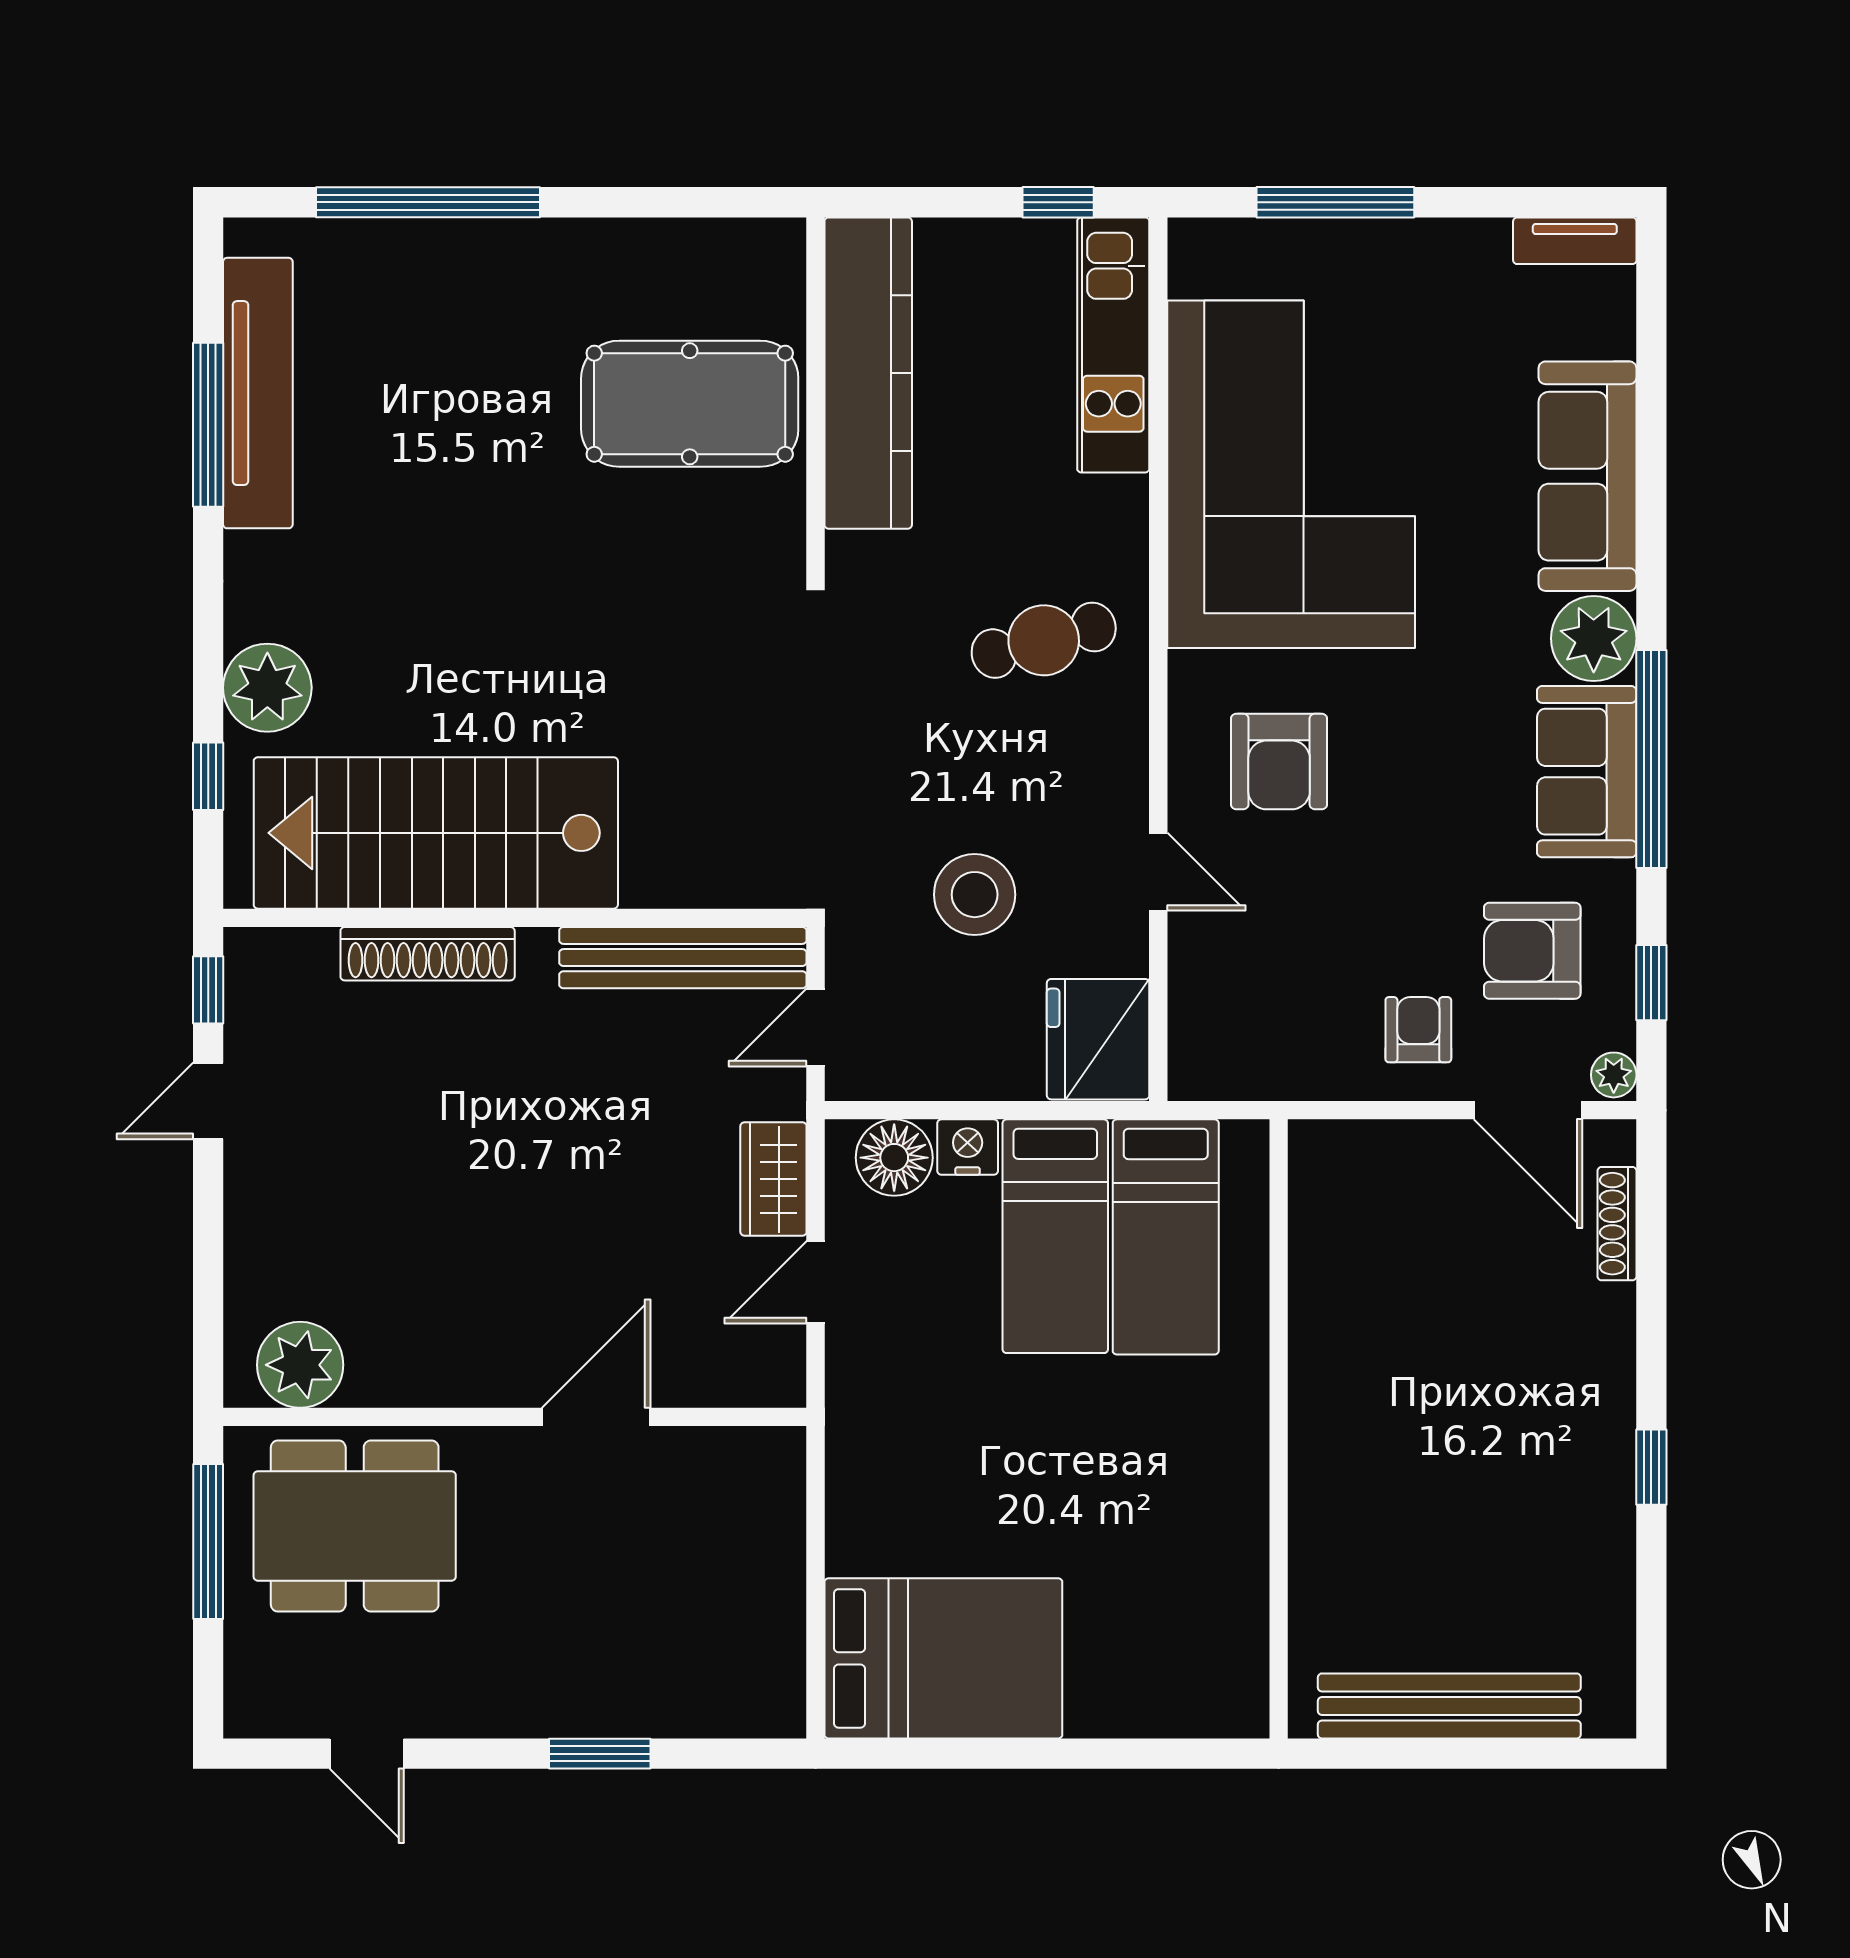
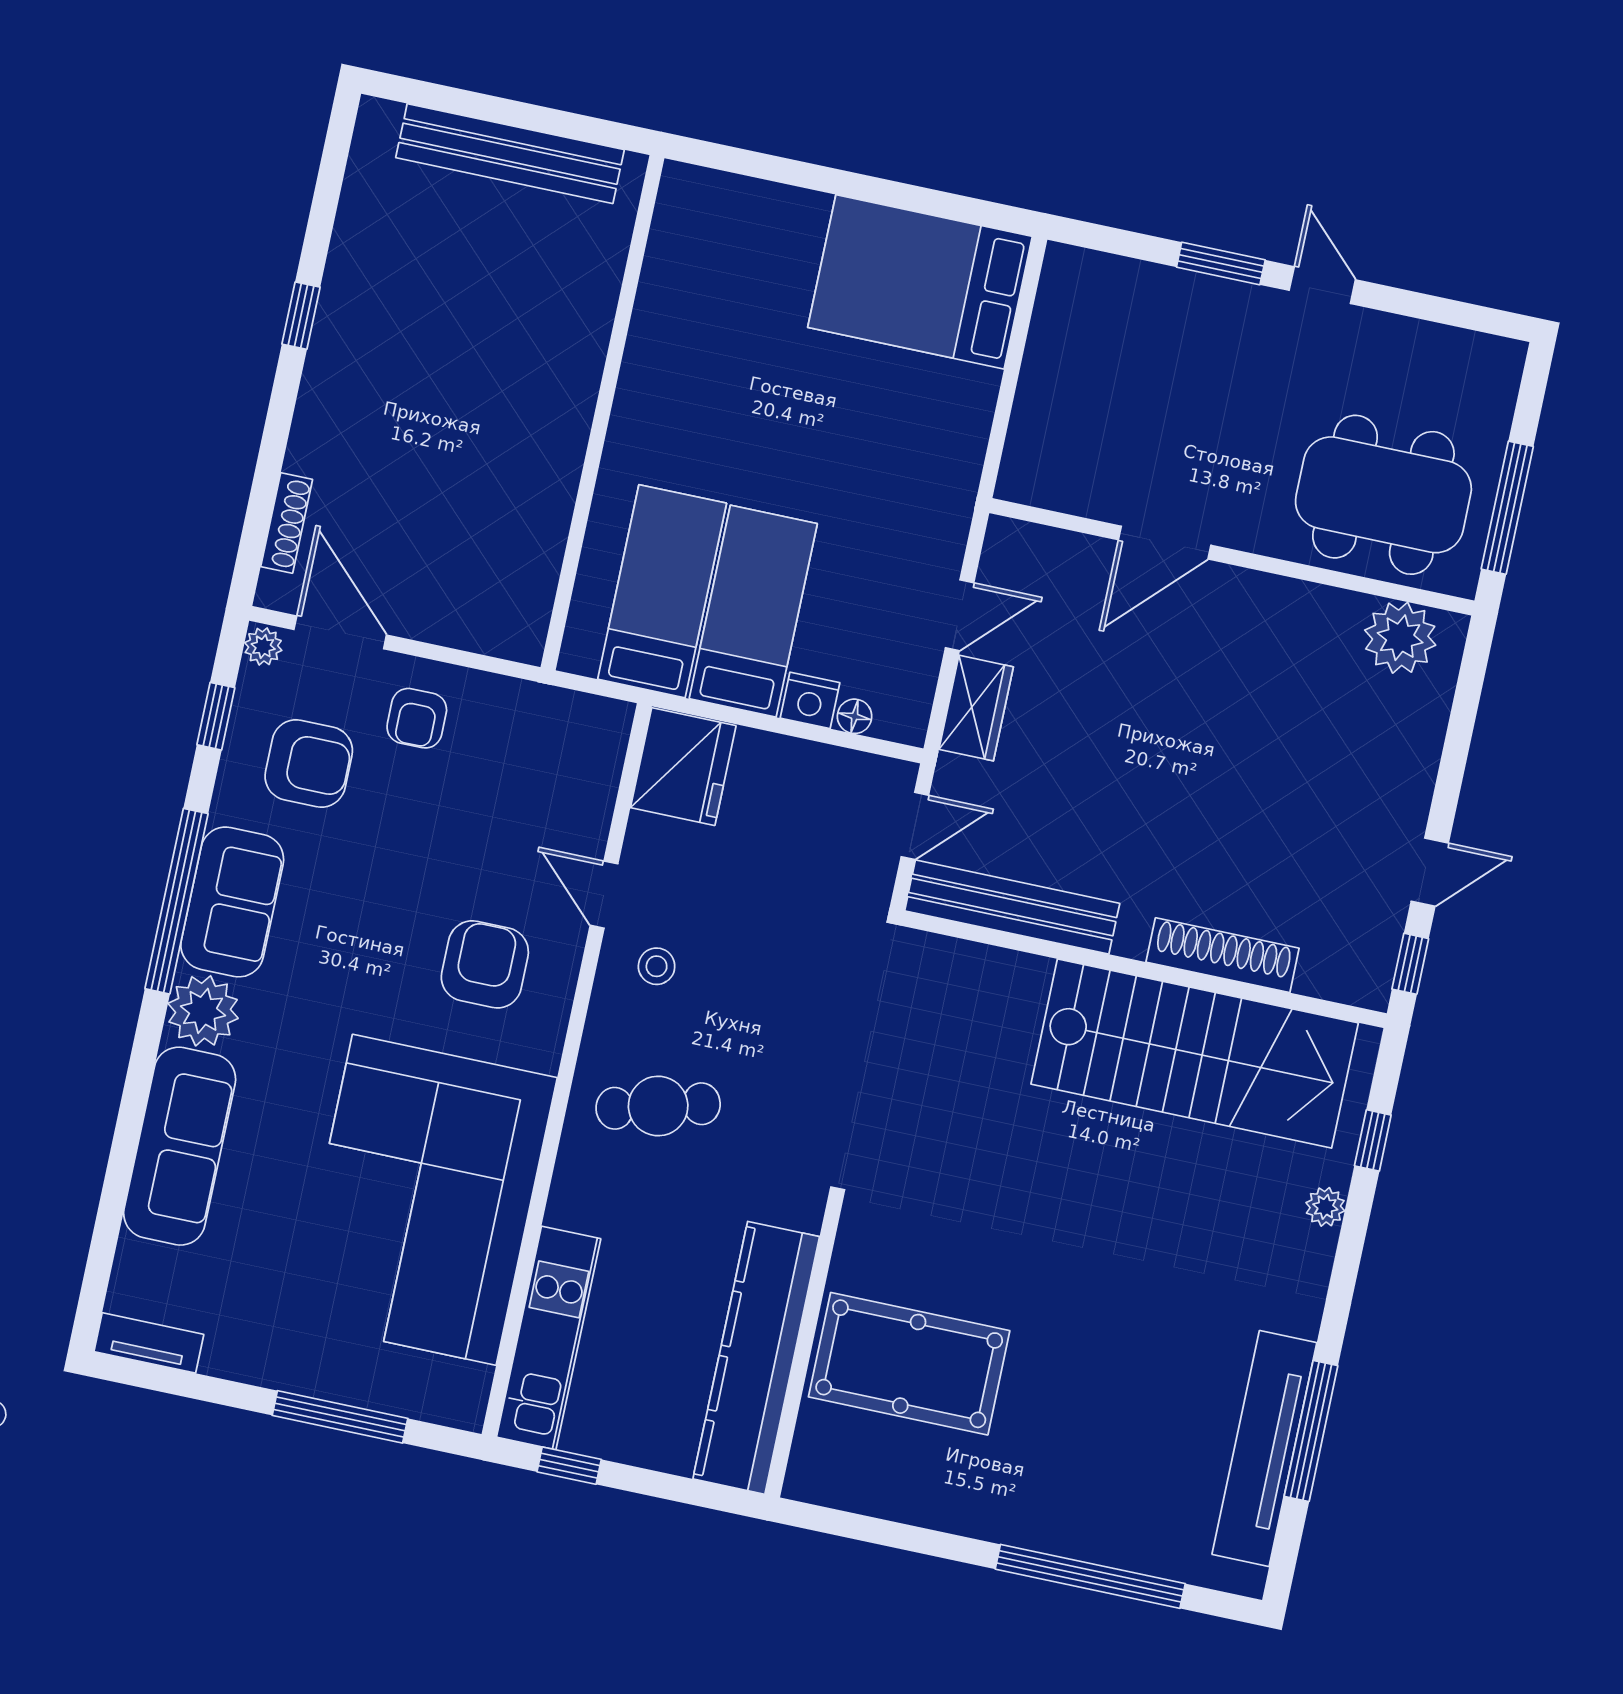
plant: (267, 688) -> (1325, 1207), width x0.53, depth x0.53
stool: (975, 895) -> (657, 966), moved, width x0.53, depth x0.53
floor lamp: (894, 1158) -> (855, 716), width x0.53, depth x0.53
door: (367, 1754) -> (1322, 285), moved

